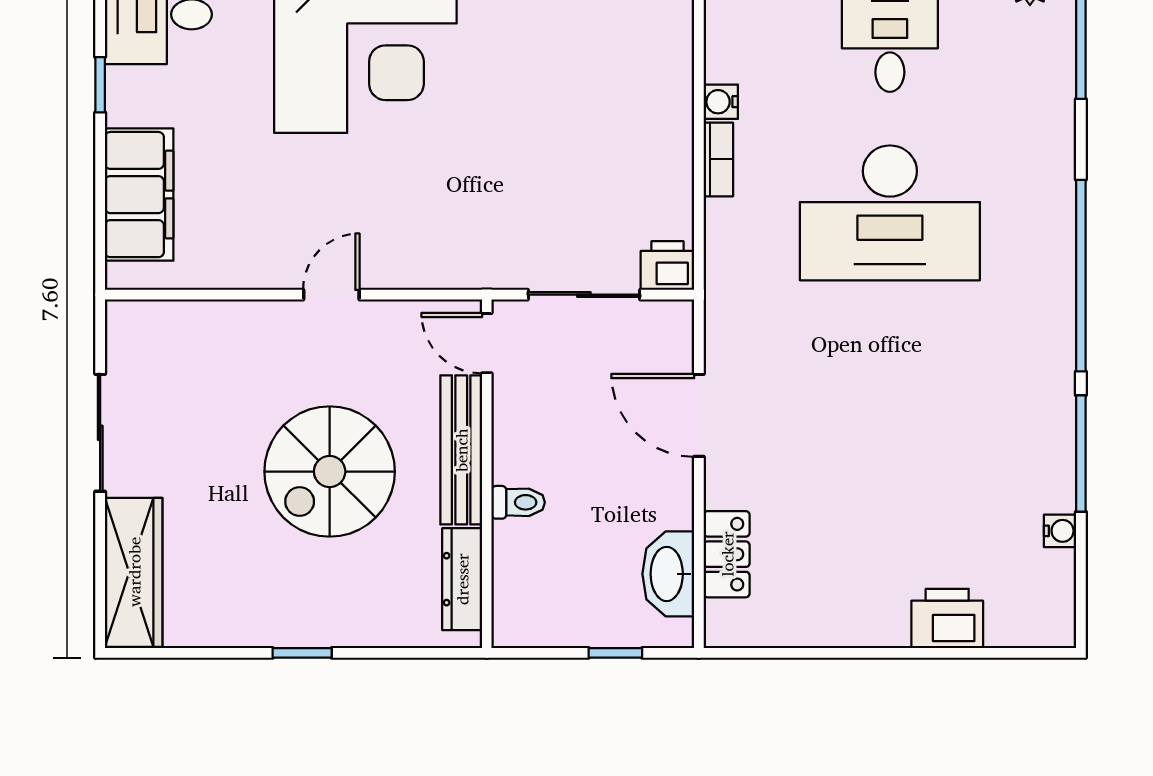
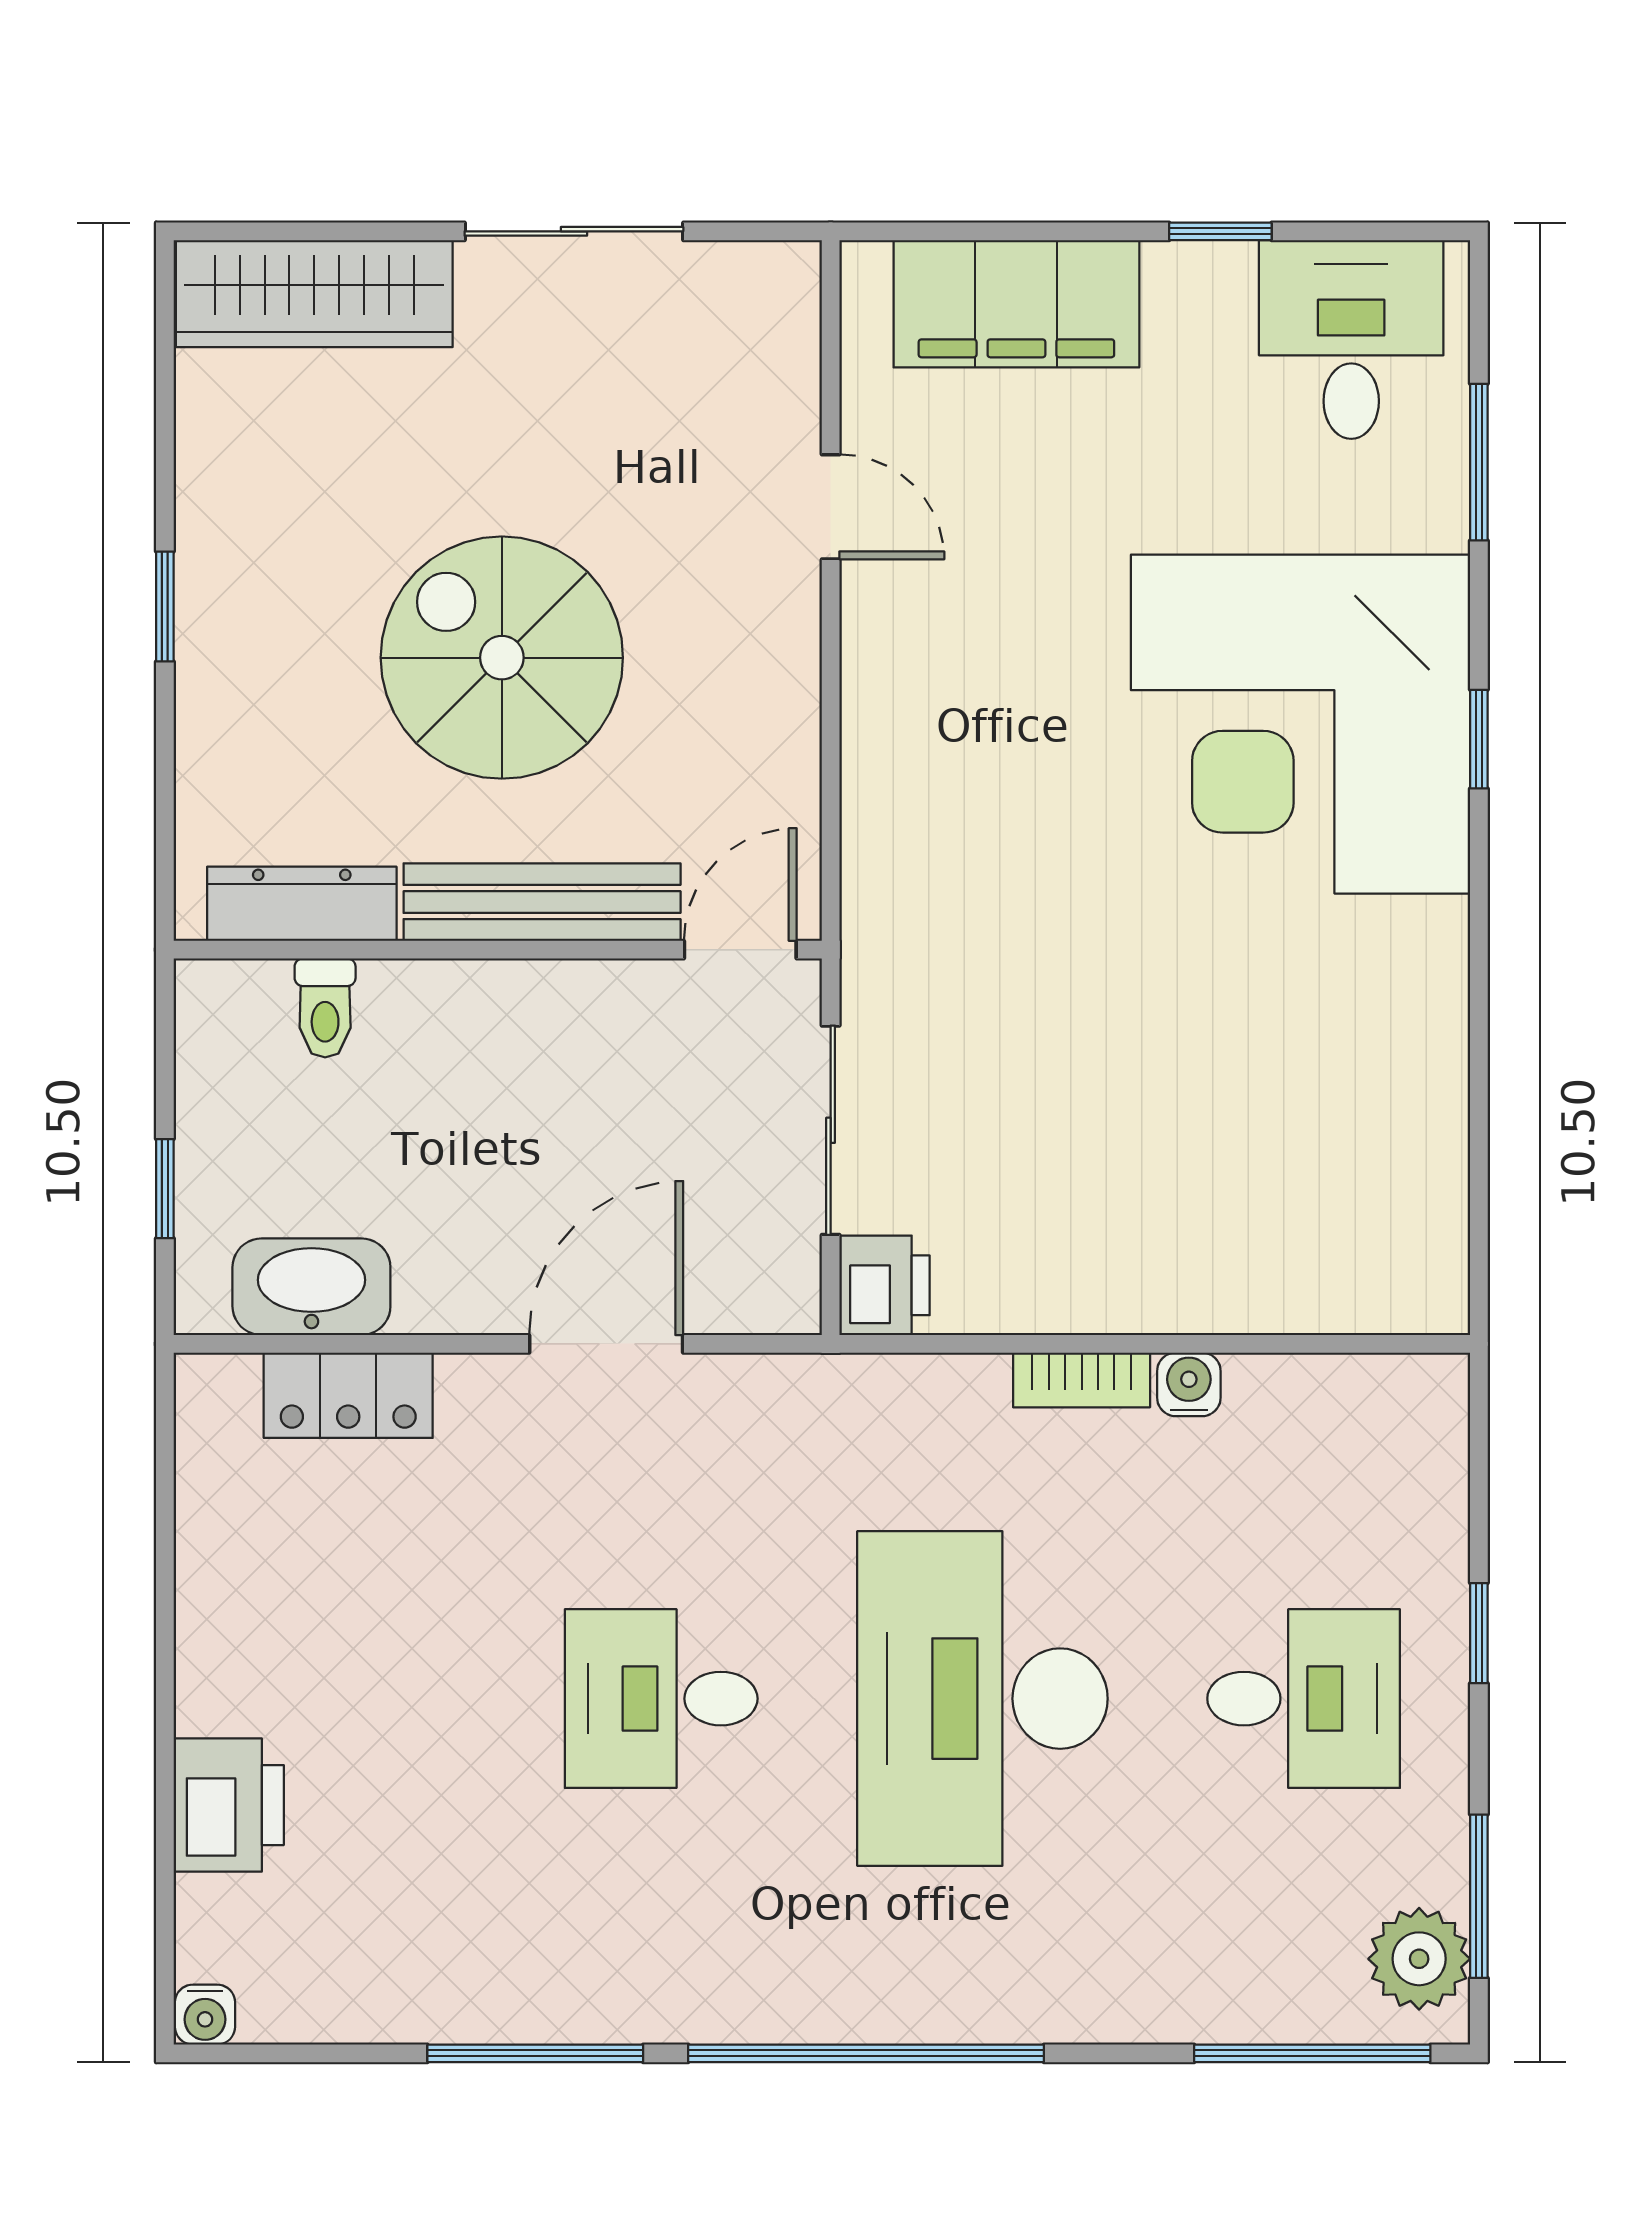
door: (331, 295) -> (831, 507), moved
desk: (890, 386) -> (661, 1699), added
toilet: (518, 502) -> (325, 1008), moved
water cooler: (1060, 531) -> (205, 2015), moved

